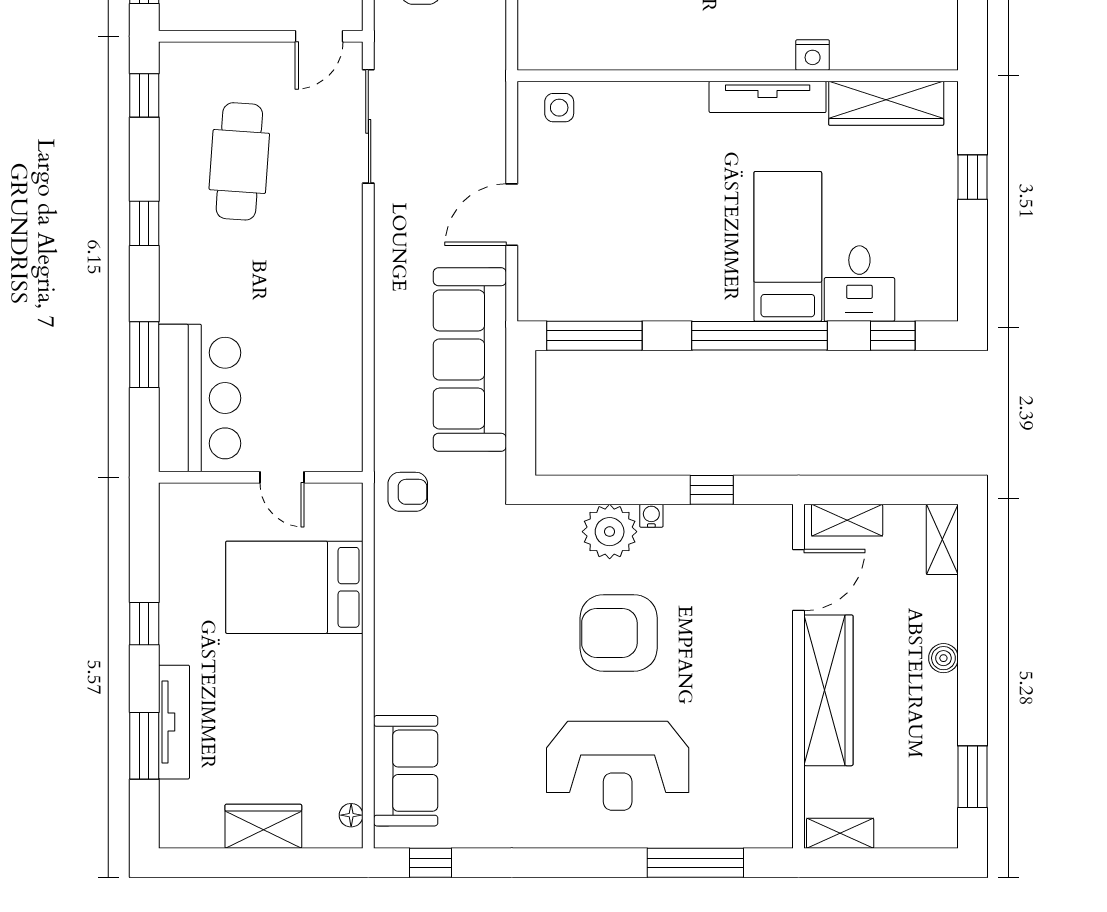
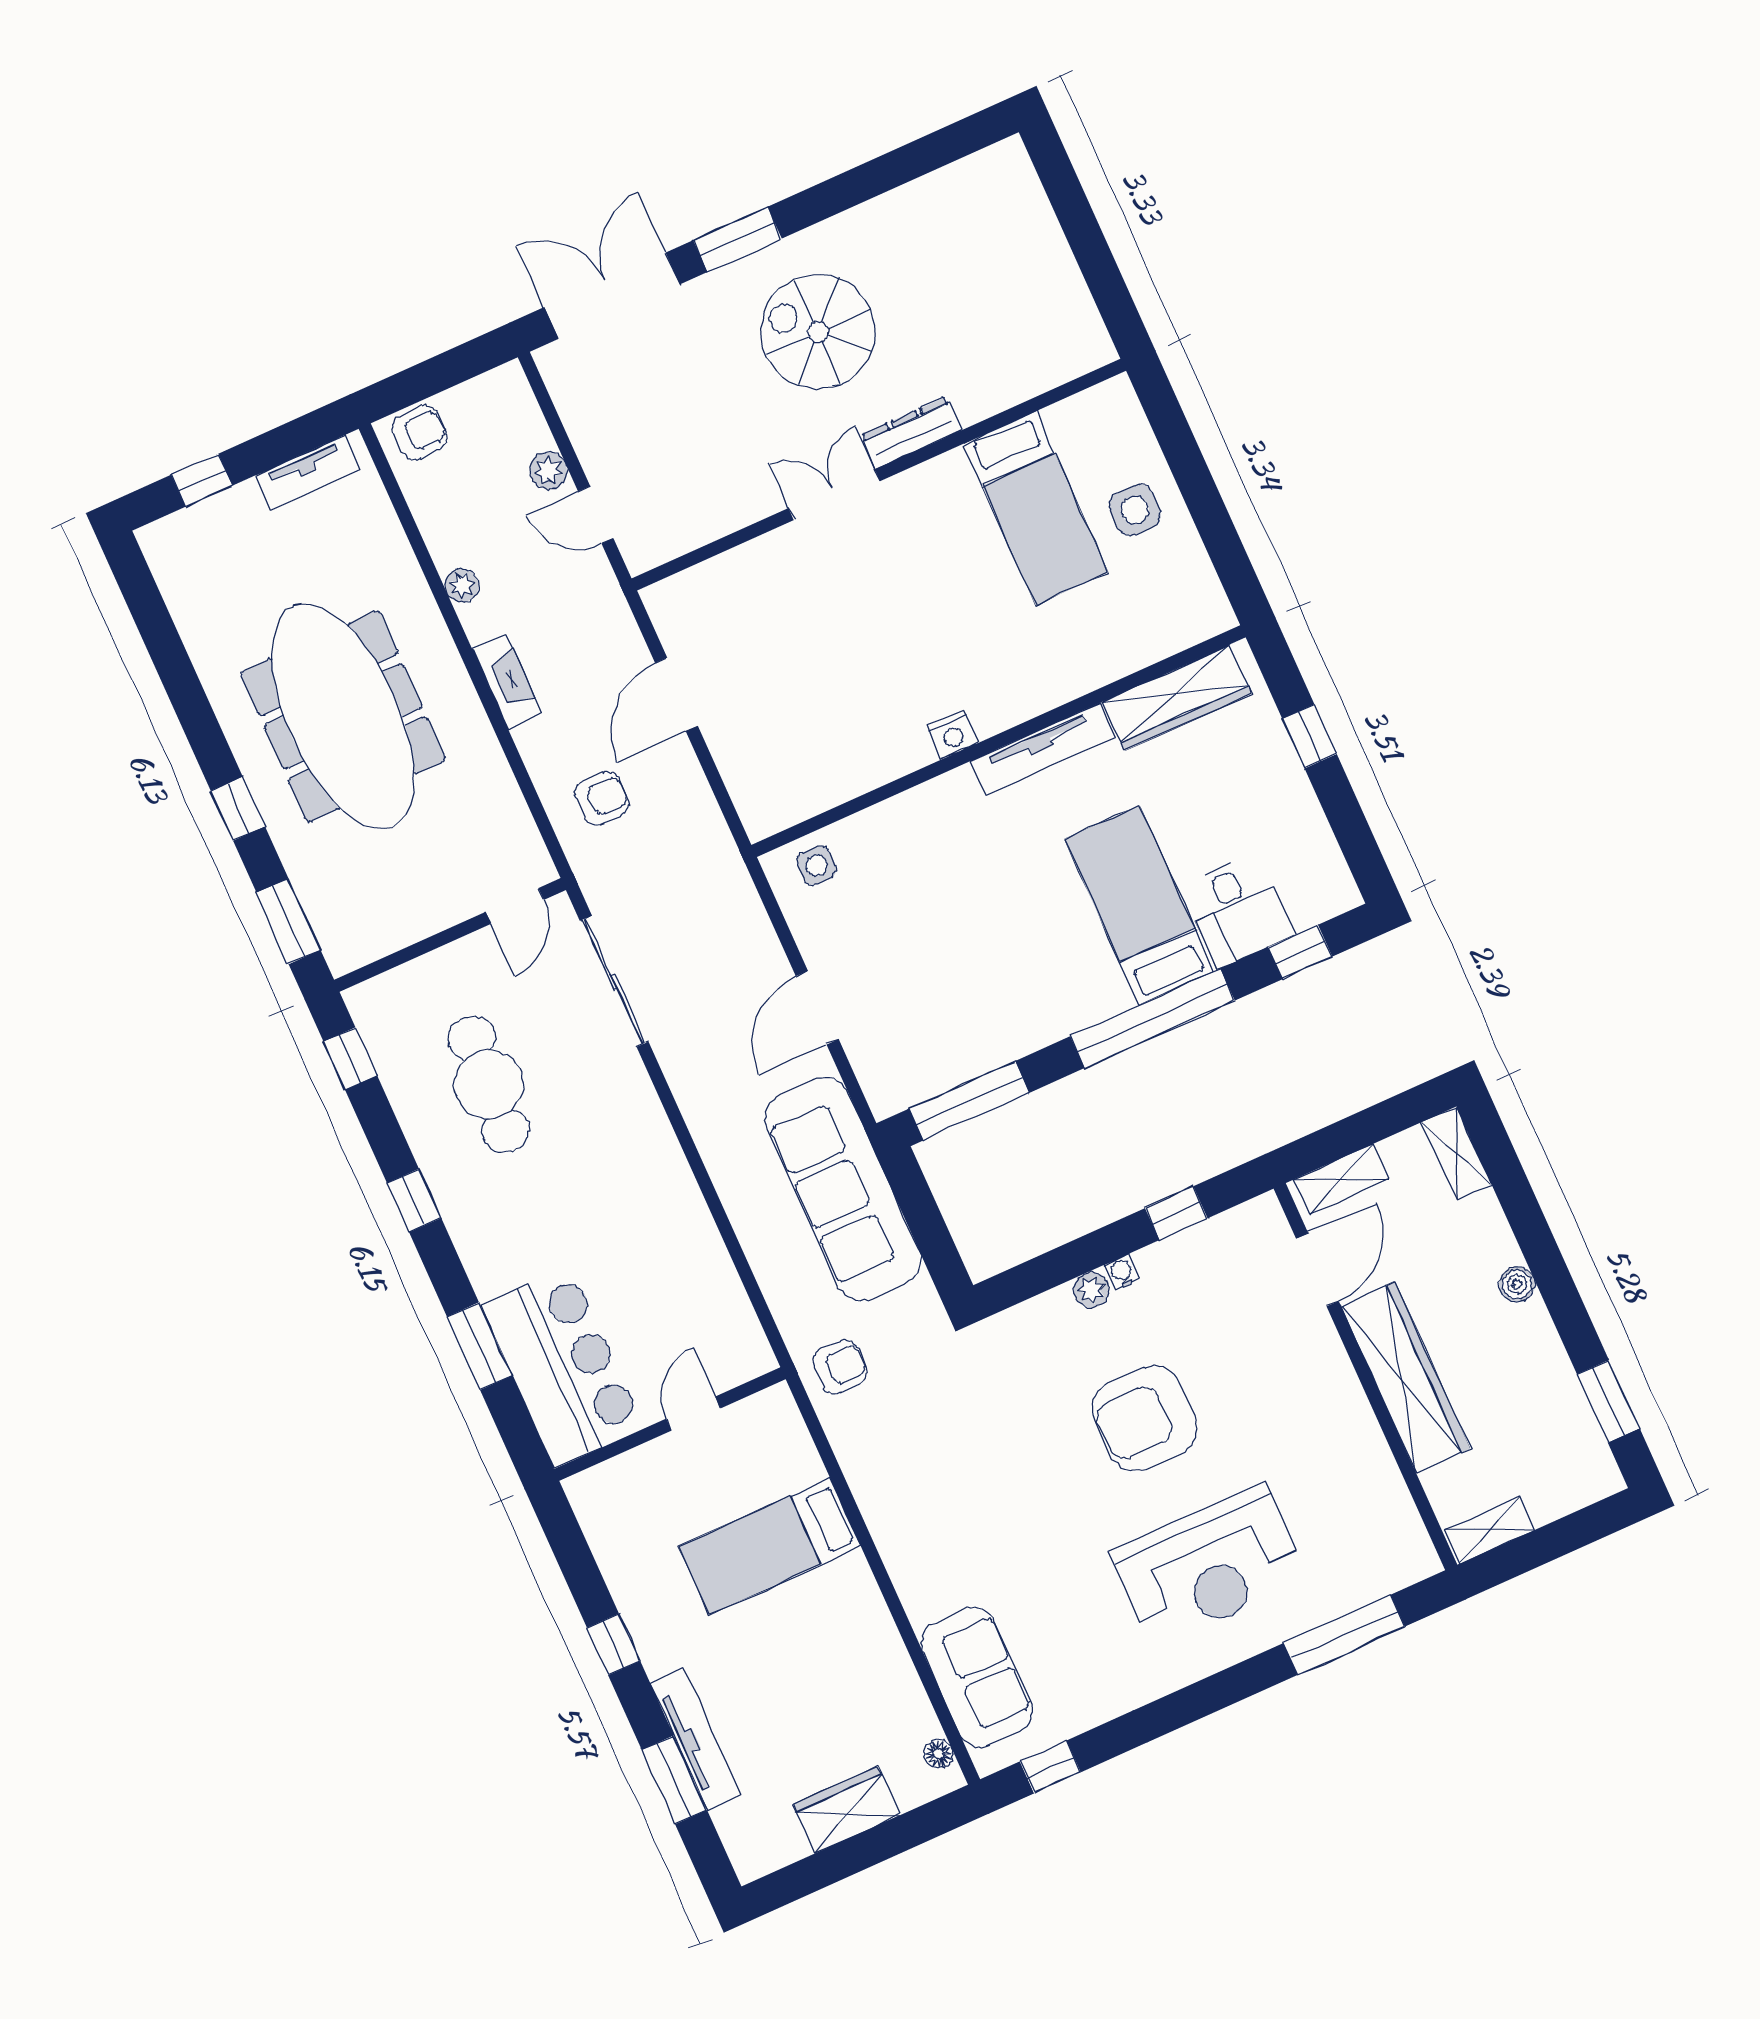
nightstand: (813, 55) -> (952, 734), moved
door: (282, 477) -> (693, 1414), swing flipped
plant: (610, 532) -> (1091, 1290), width x0.53, depth x0.53
bed: (294, 587) -> (770, 1546), width x0.67

